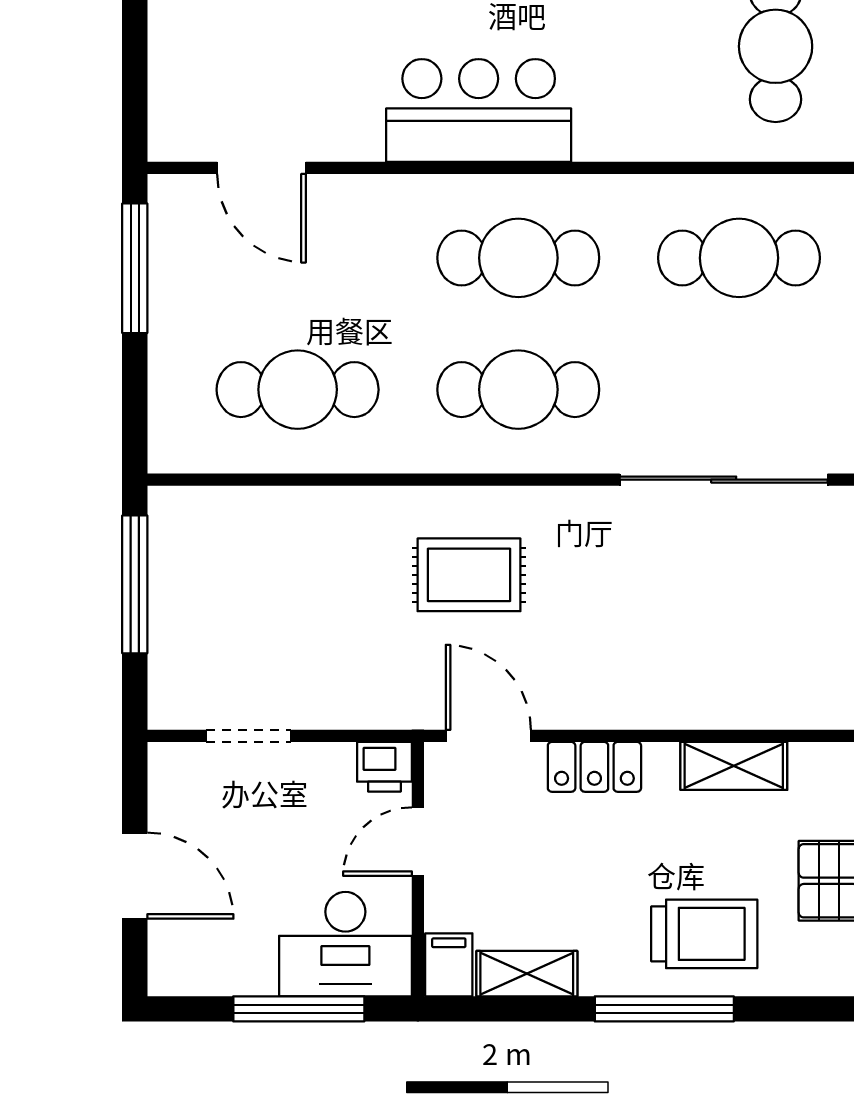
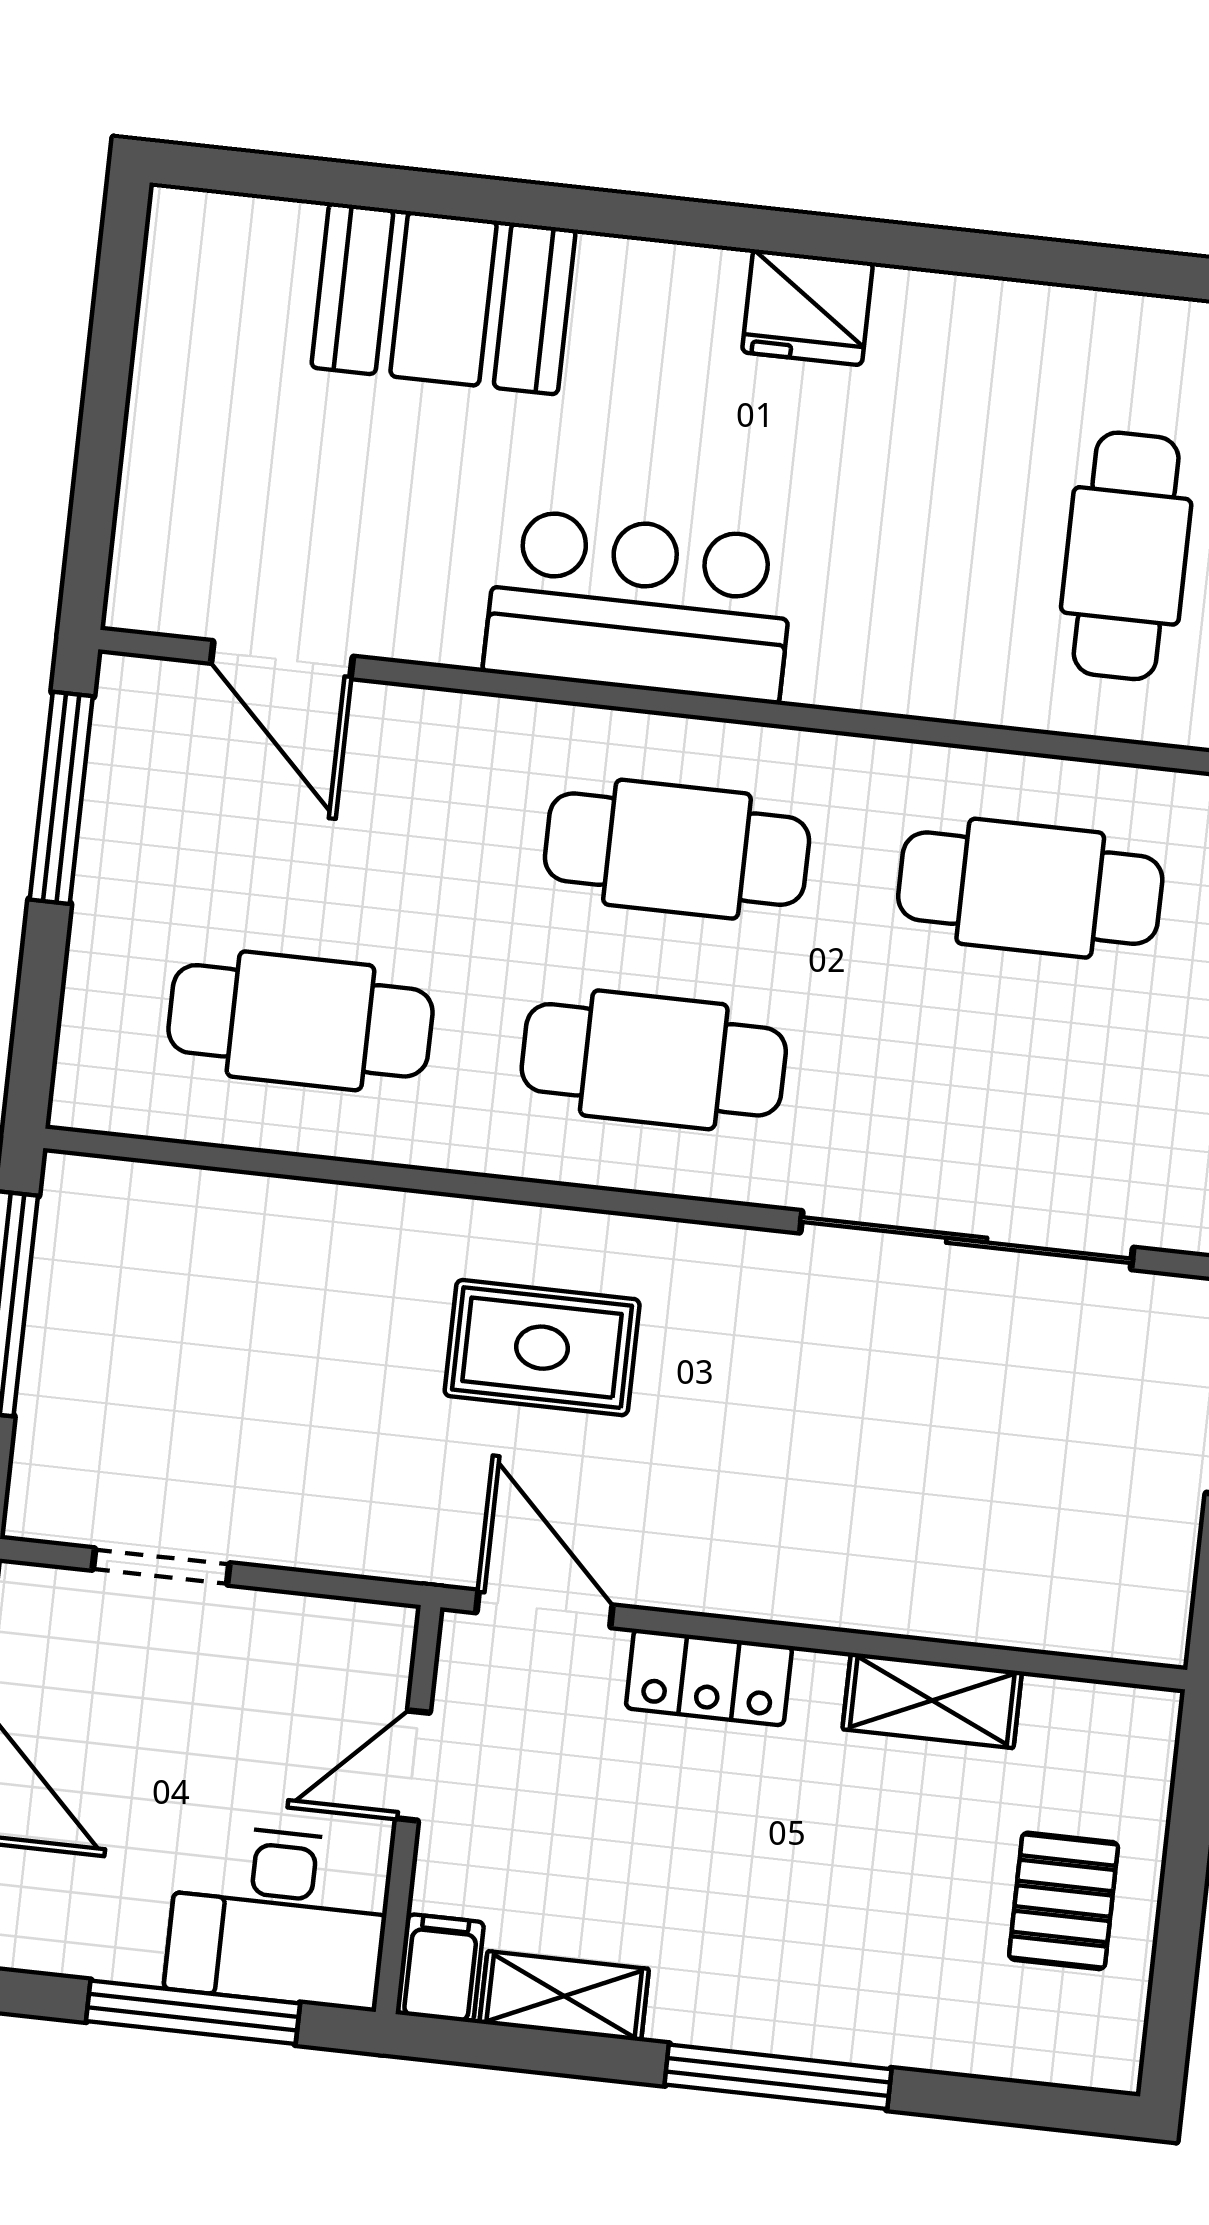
printer: (384, 767) -> (373, 1640), removed
trolley: (704, 934) -> (855, 1964), removed

